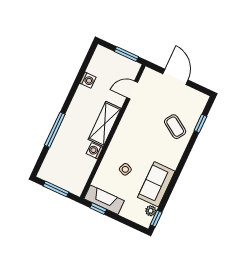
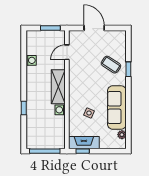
window: (200, 123) -> (128, 69), moved
window: (55, 130) -> (24, 108), width x0.46
sofa: (156, 184) -> (117, 108), width x1.36
window: (56, 189) -> (45, 151), width x1.44
window: (156, 219) -> (128, 139), removed

